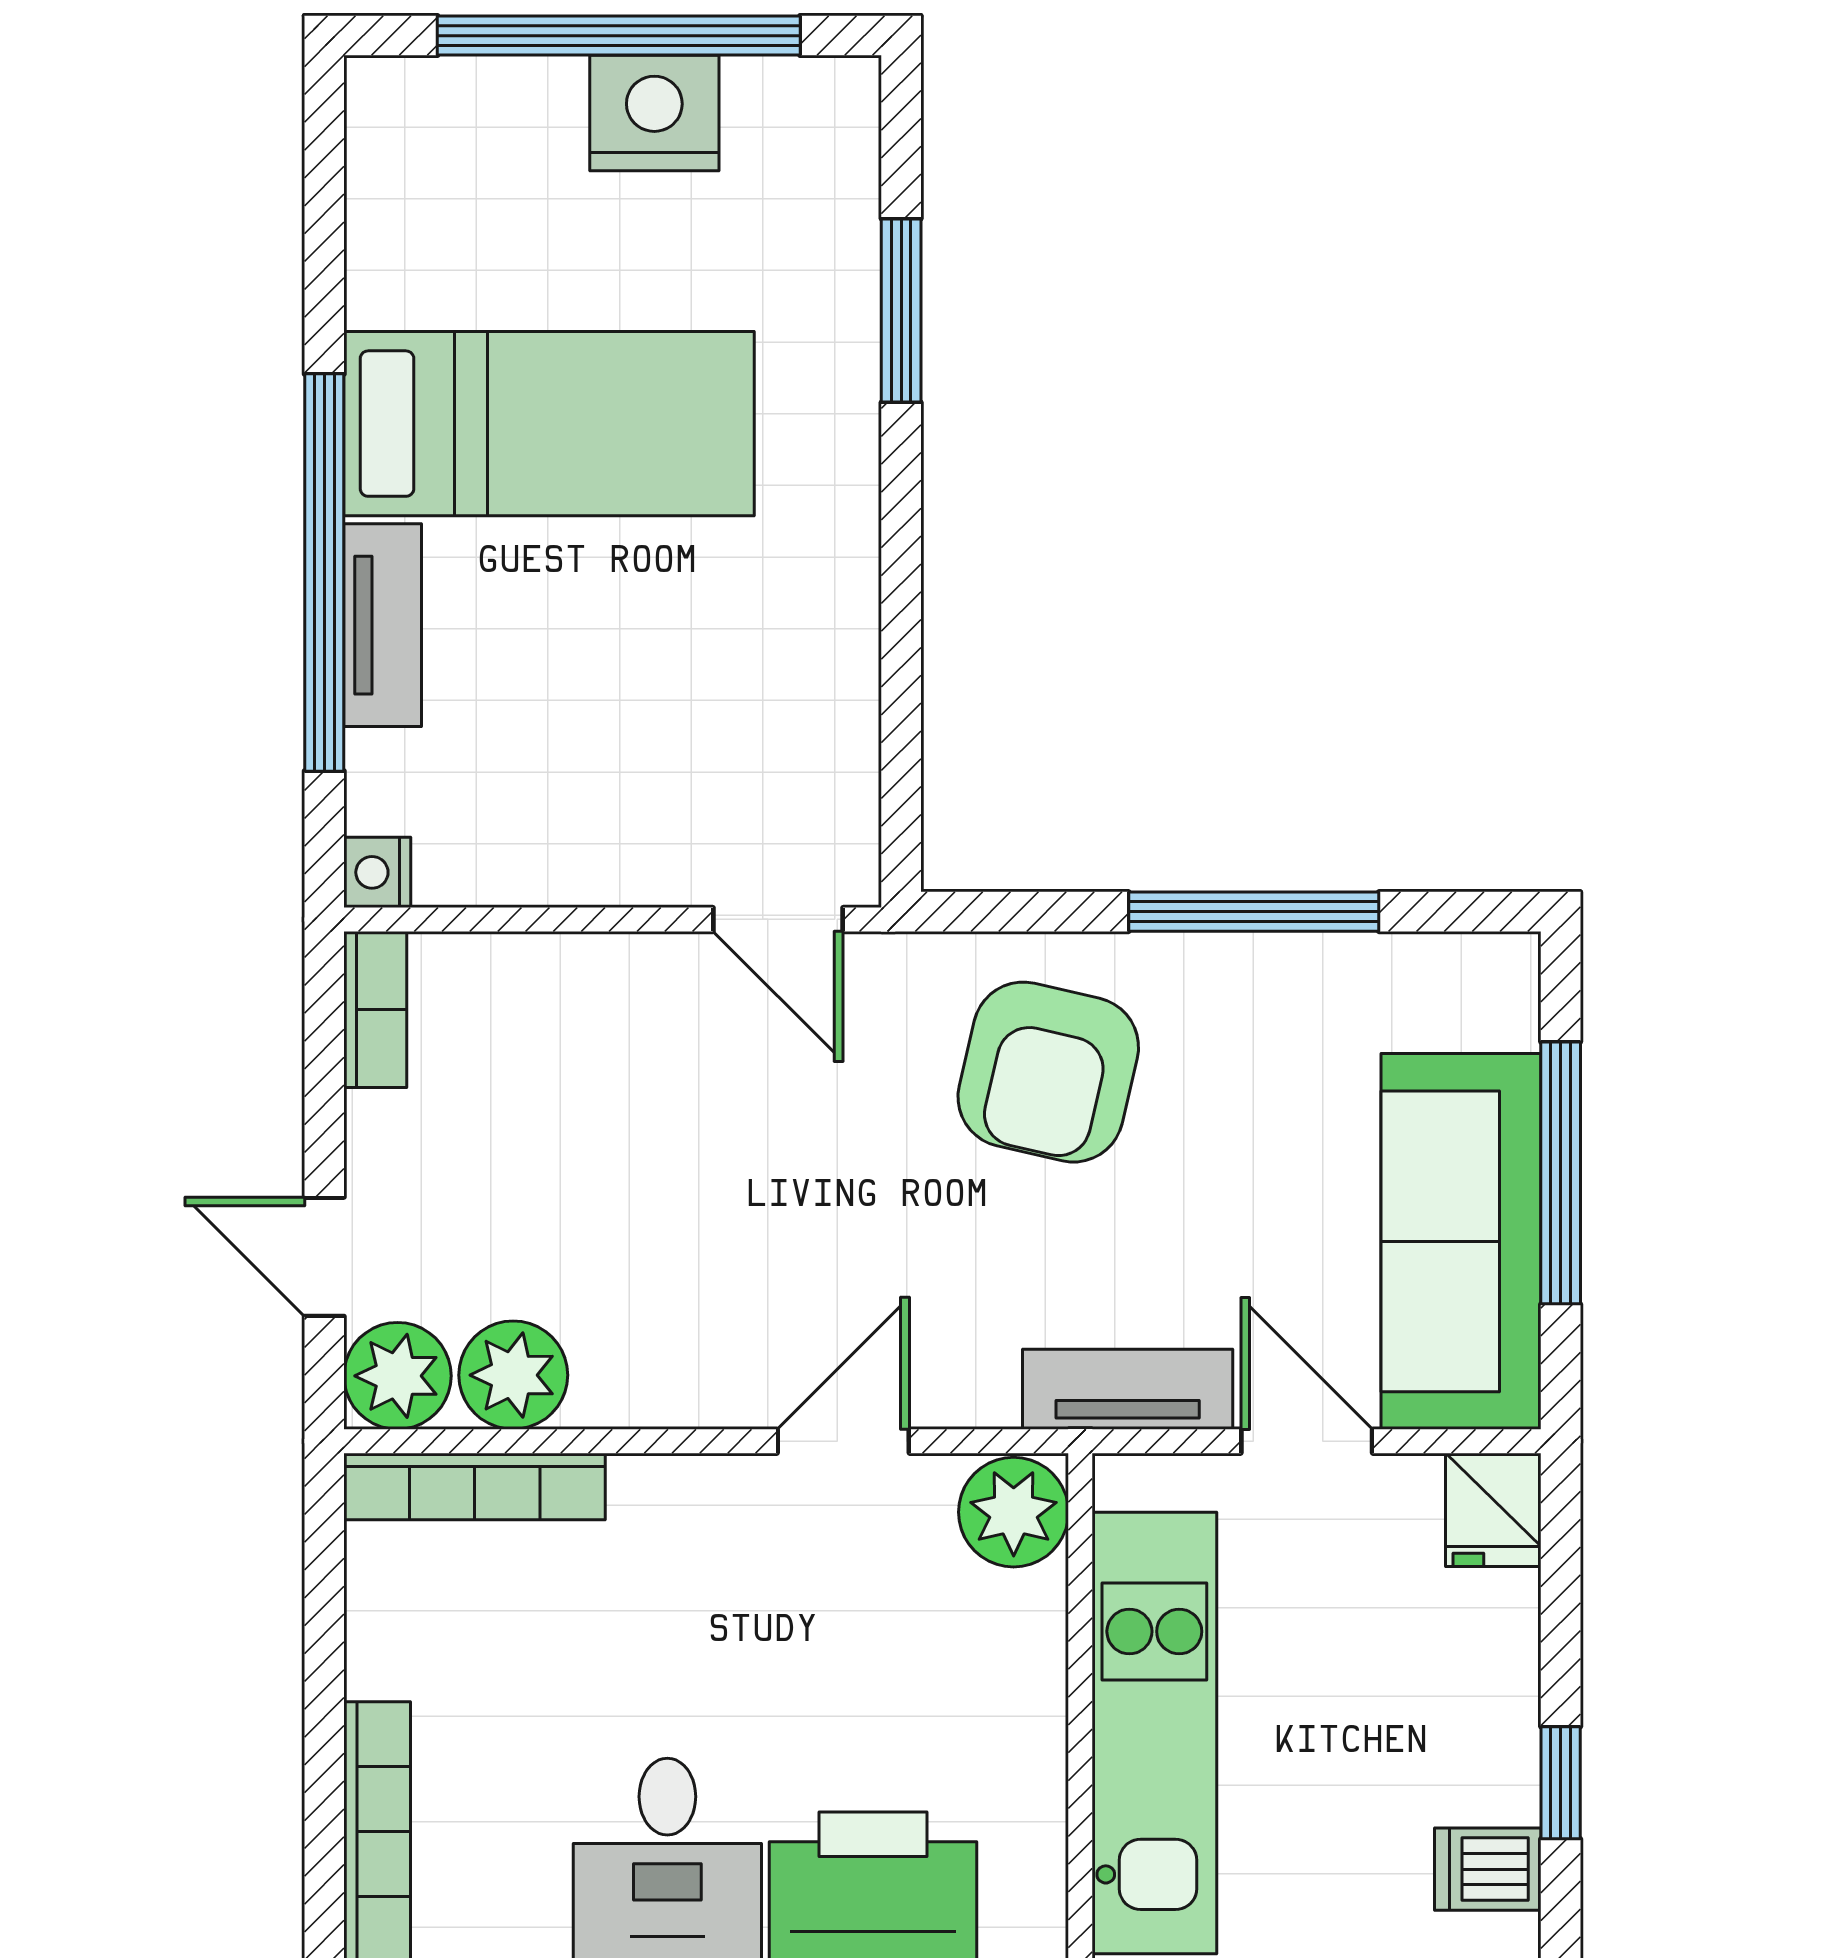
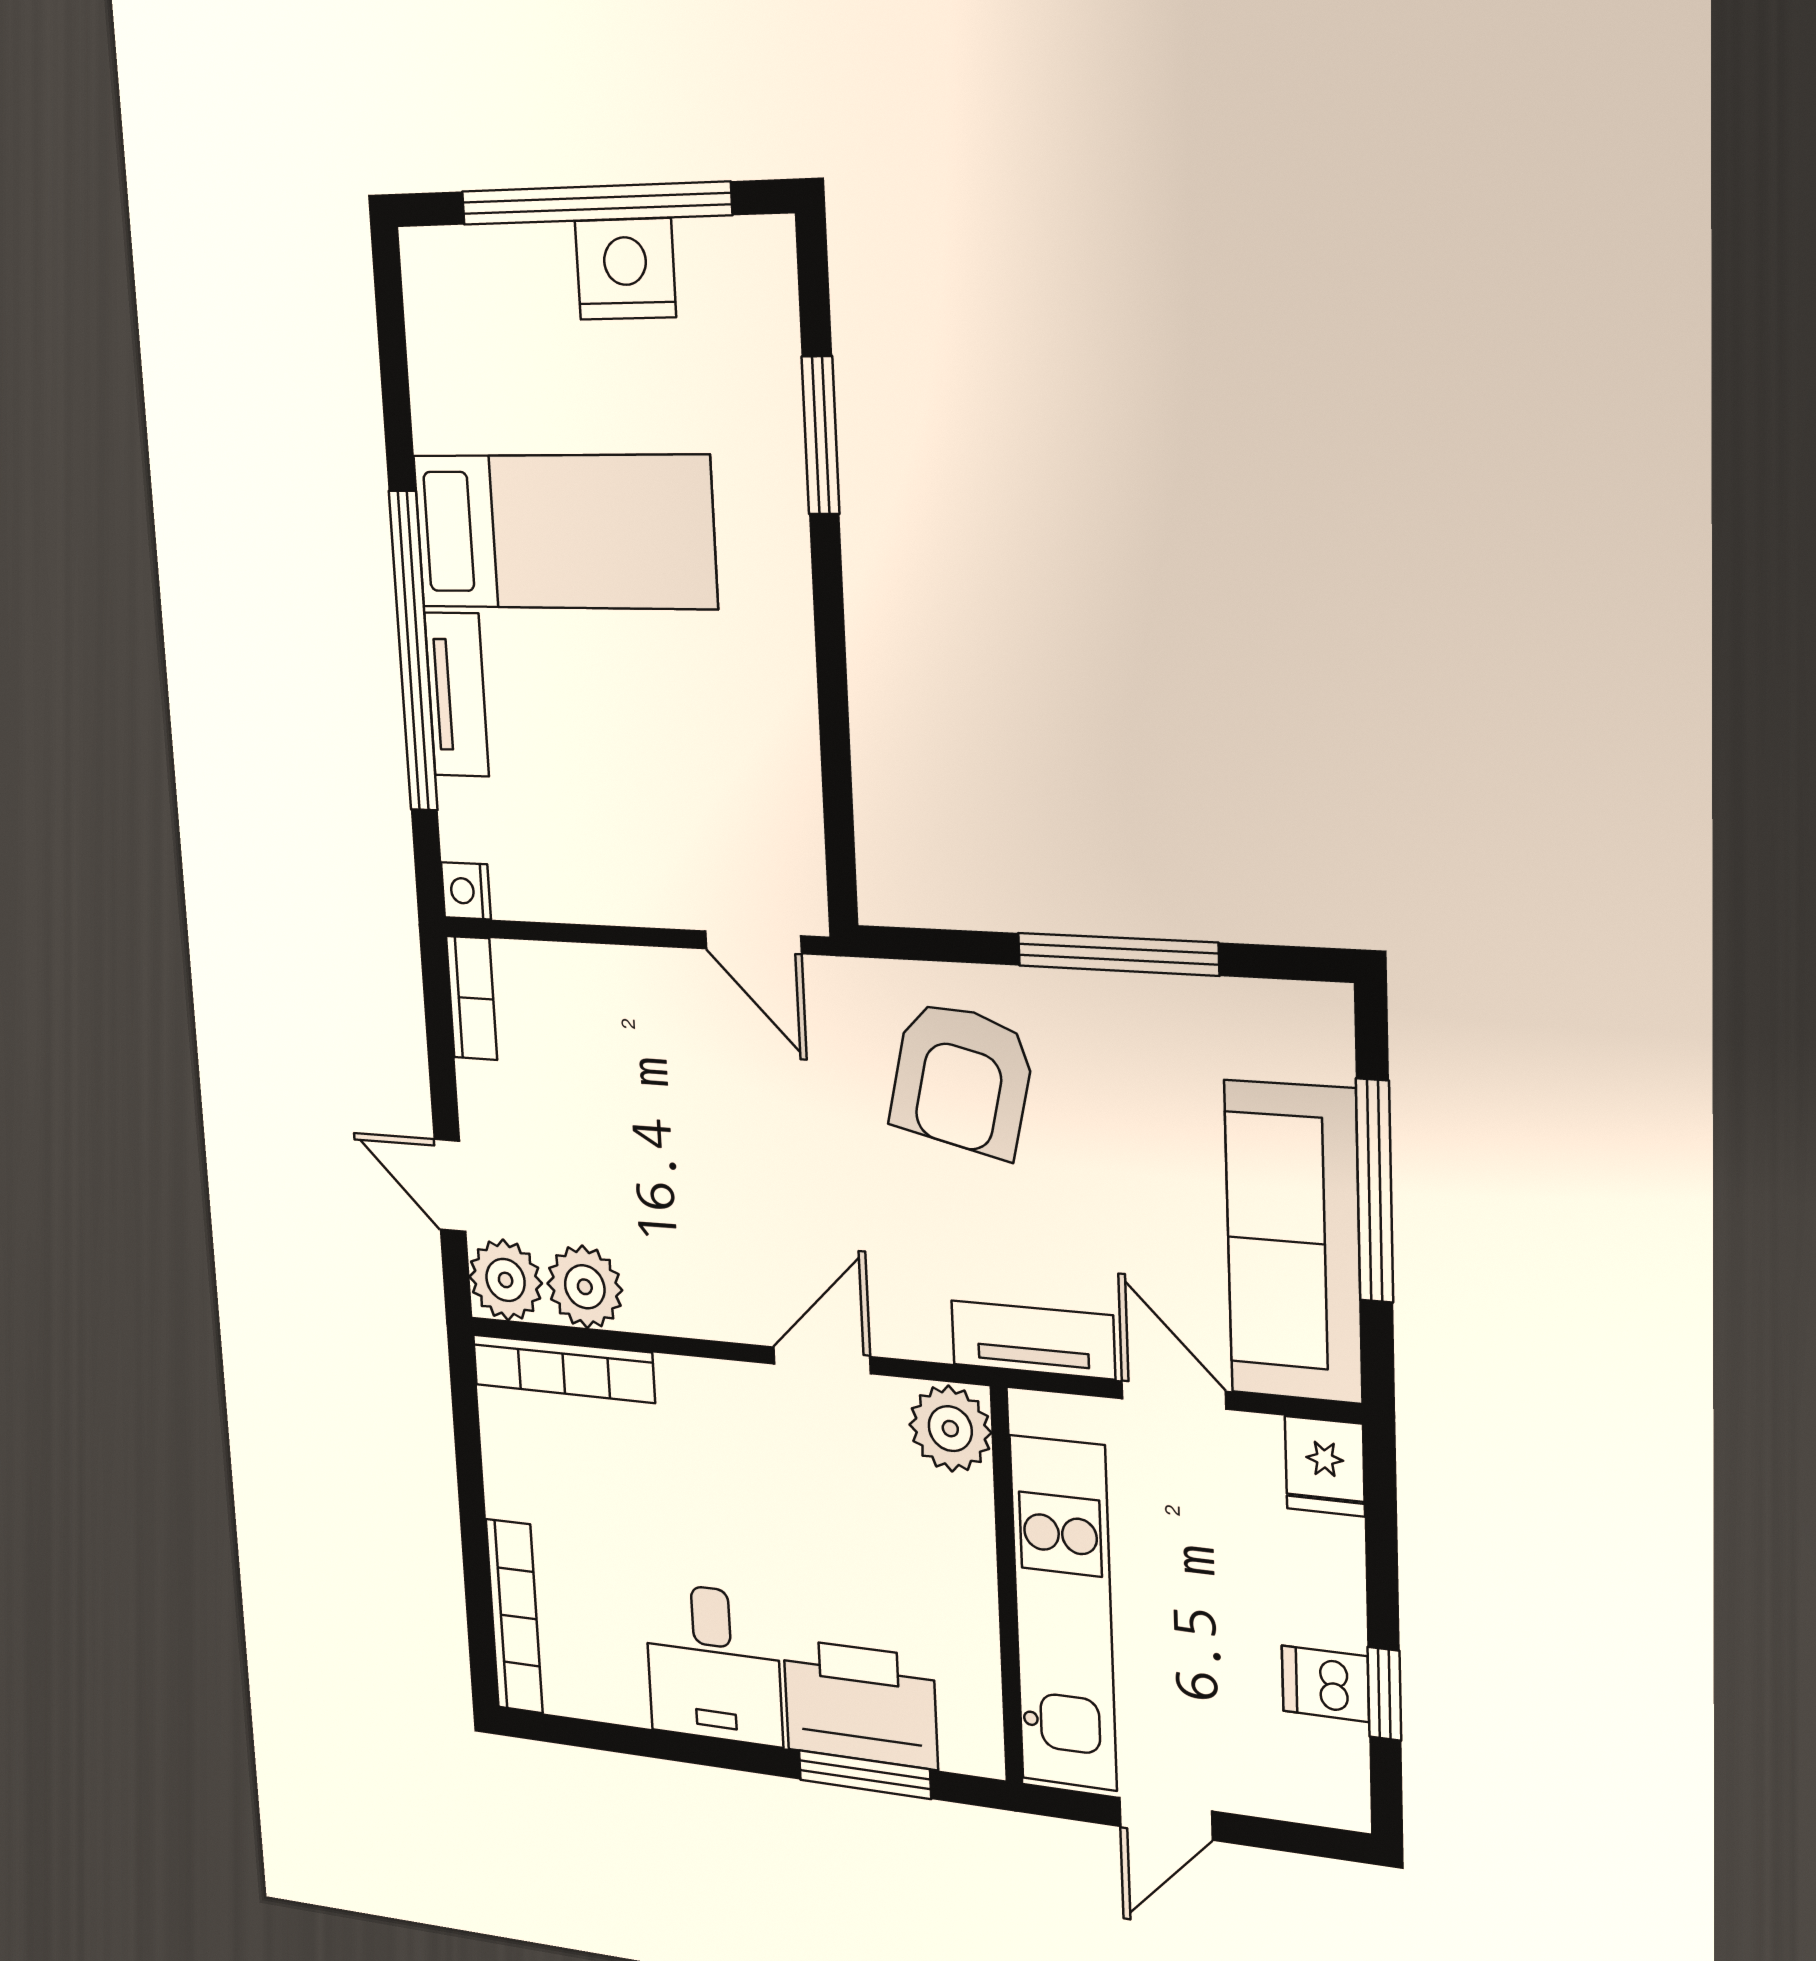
dishwasher: (1488, 1869) -> (1325, 1684), moved

